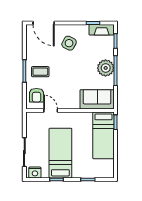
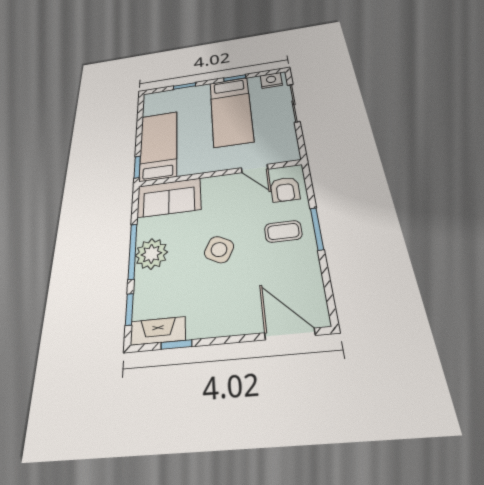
side table: (69, 43) -> (219, 250), moved
armchair: (36, 95) -> (285, 189), turned 180

